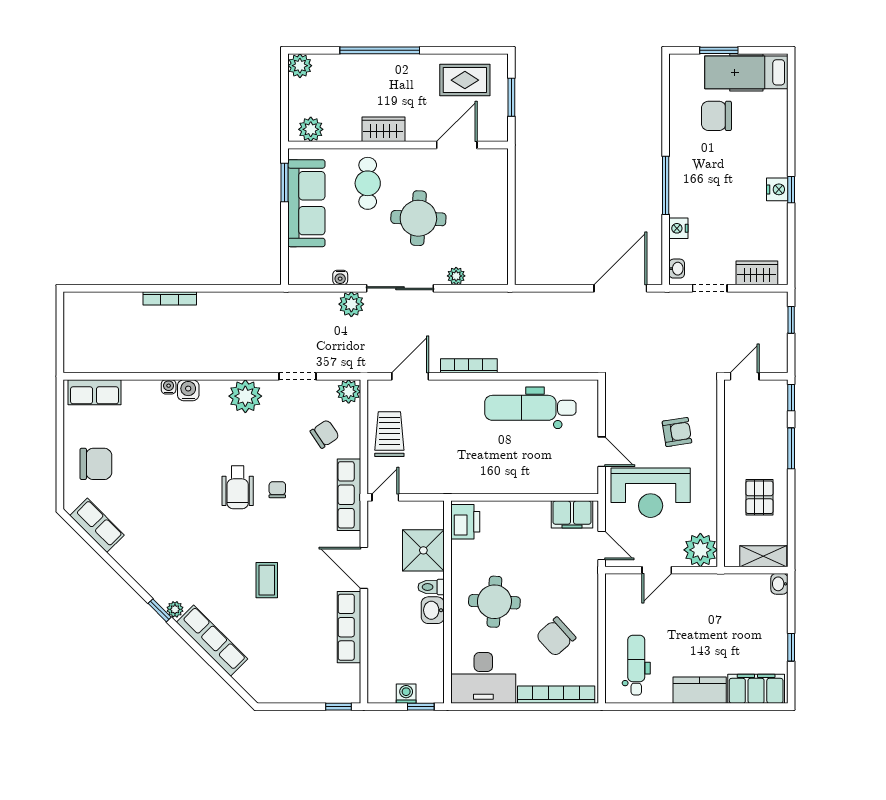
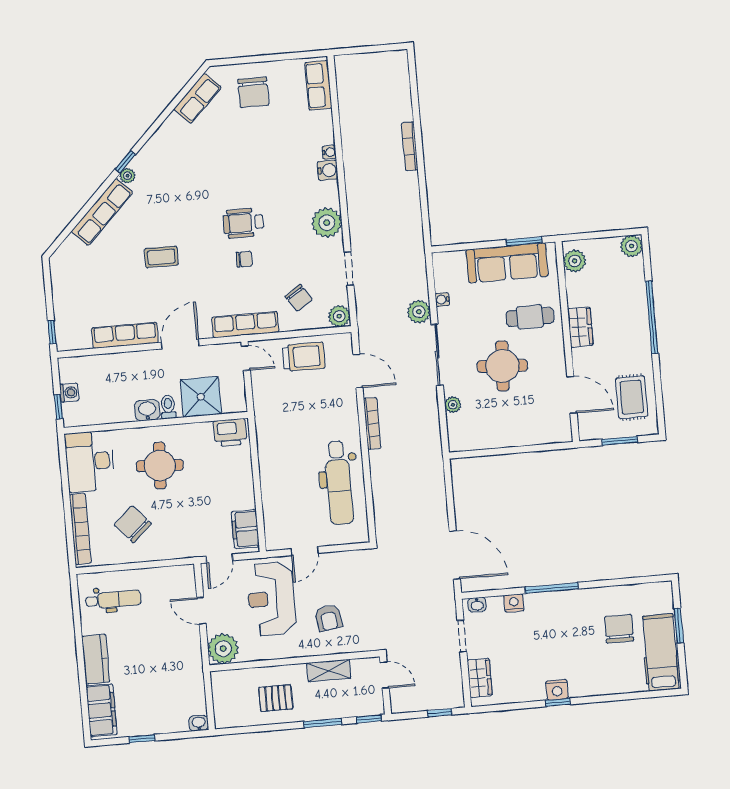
dental chair: (530, 408) -> (339, 483), turned 180
shelving: (763, 556) -> (329, 671), moved, turned 90

